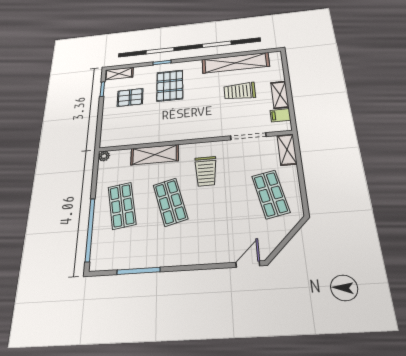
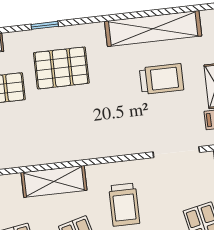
pallet: (170, 86) -> (61, 68), turned 90
trolley: (240, 91) -> (162, 79), turned 180

